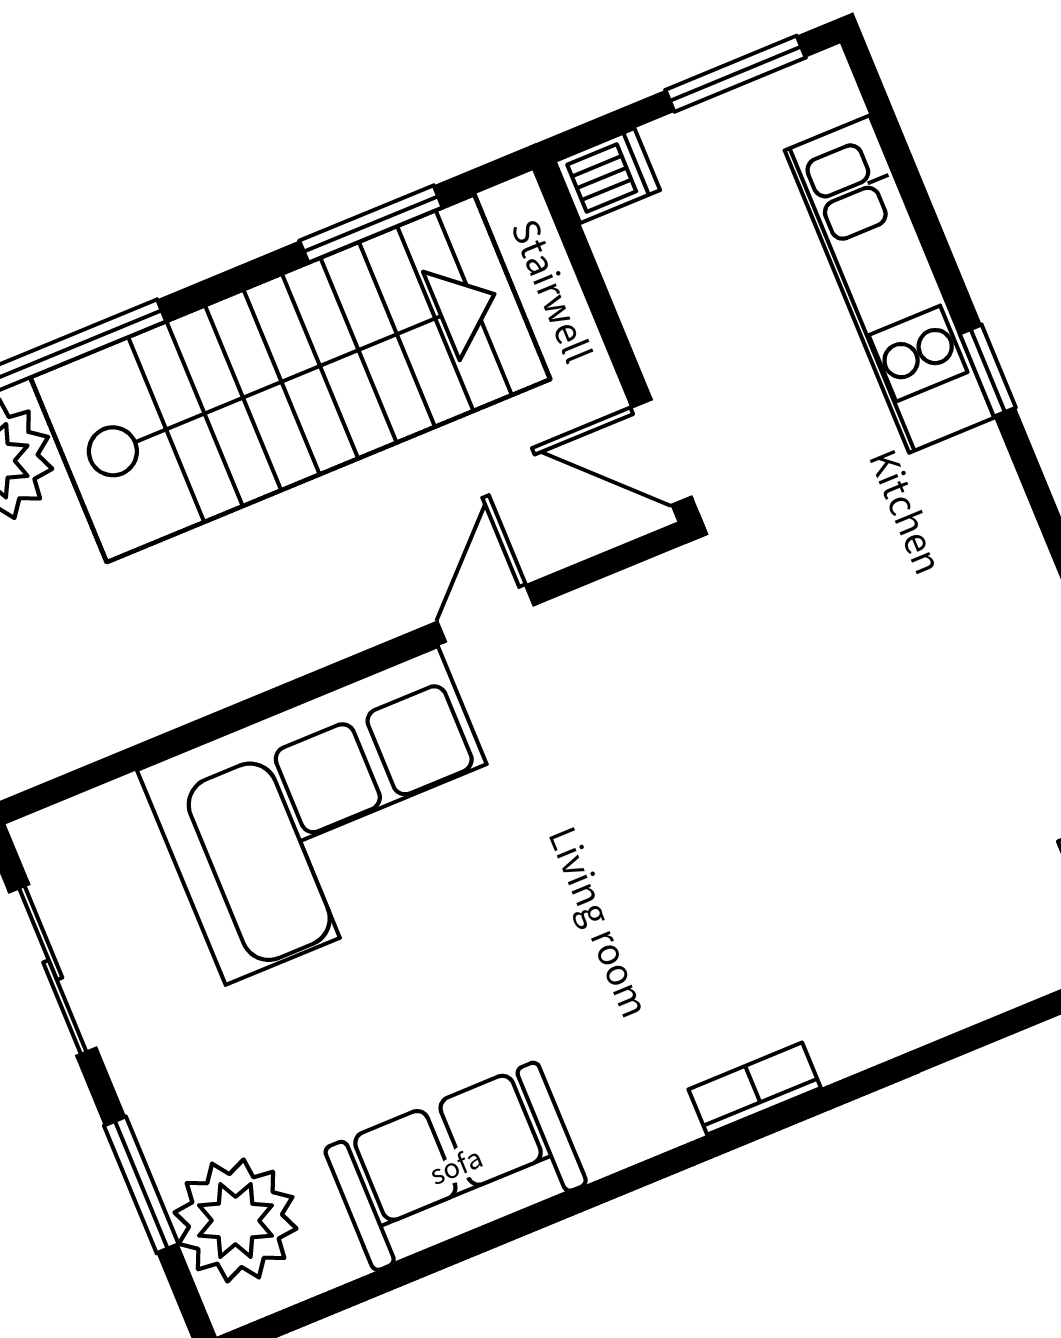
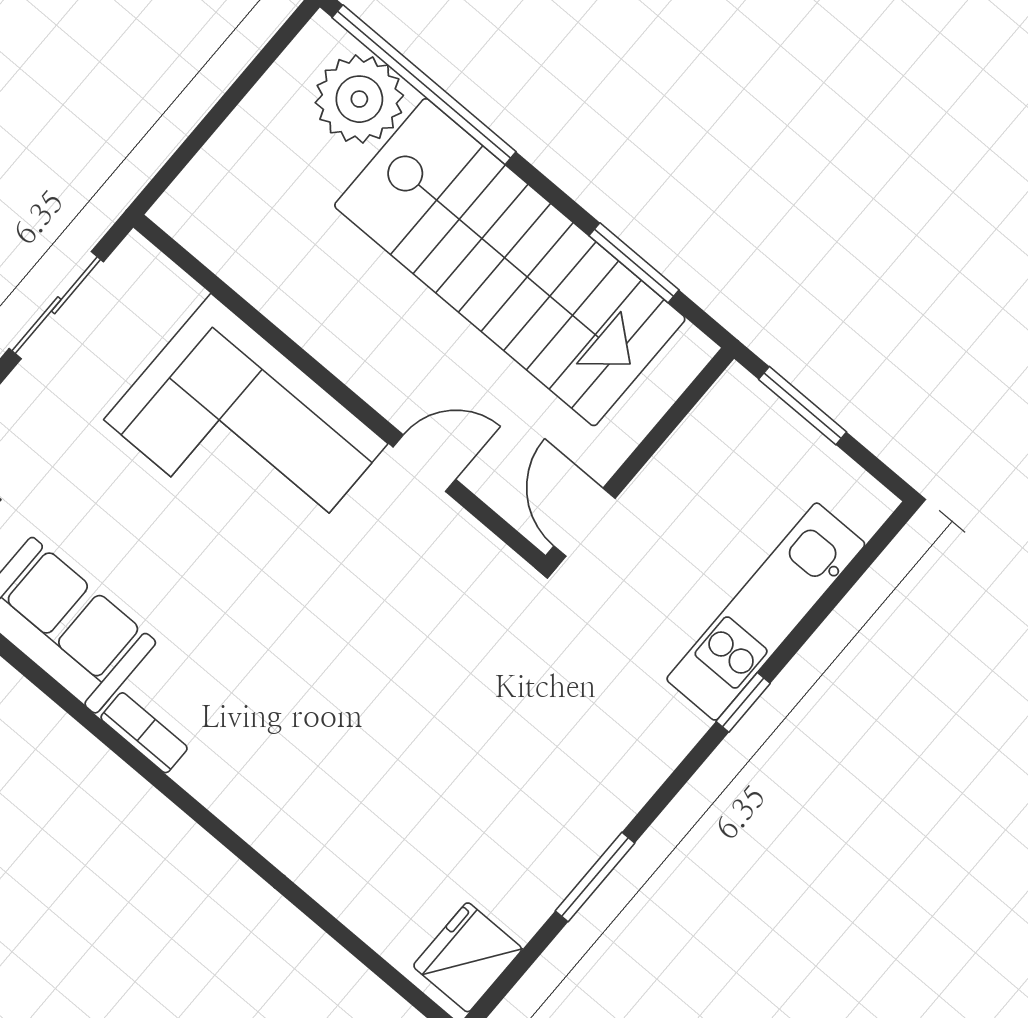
window: (736, 74) -> (803, 406), moved
dishwasher: (607, 176) -> (742, 397), removed
bookcase: (755, 1089) -> (144, 733), moved

